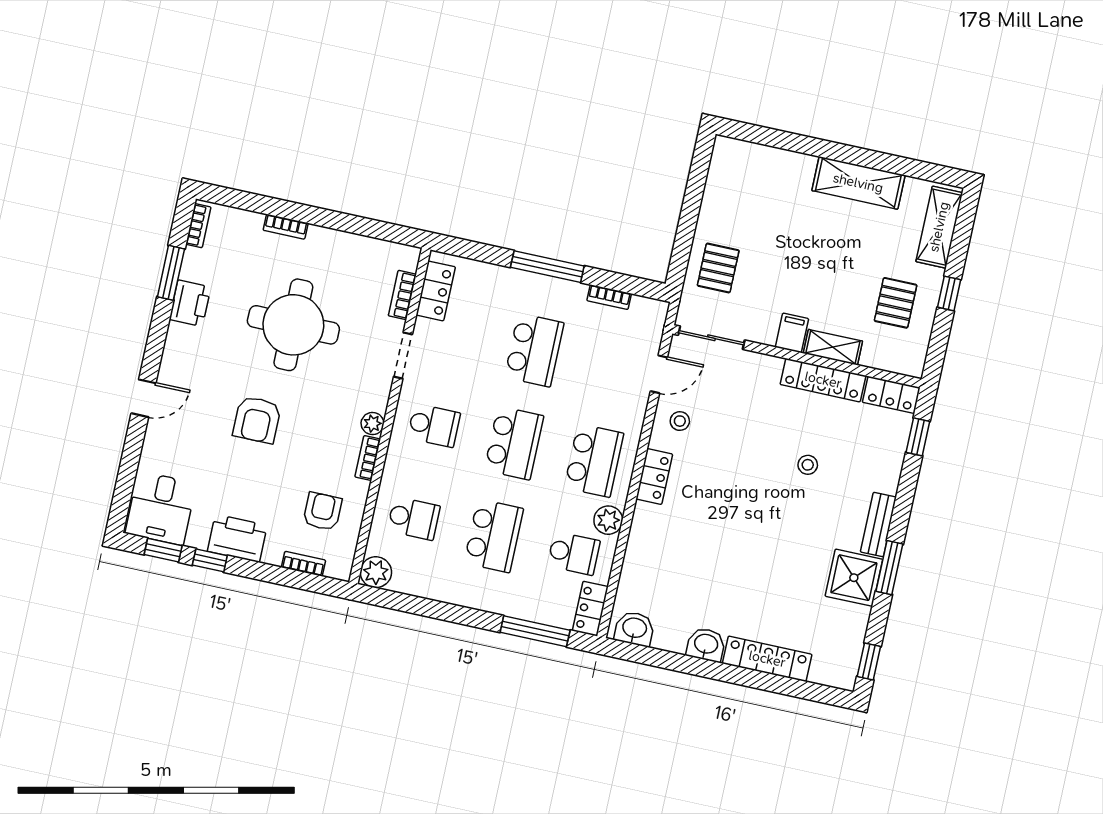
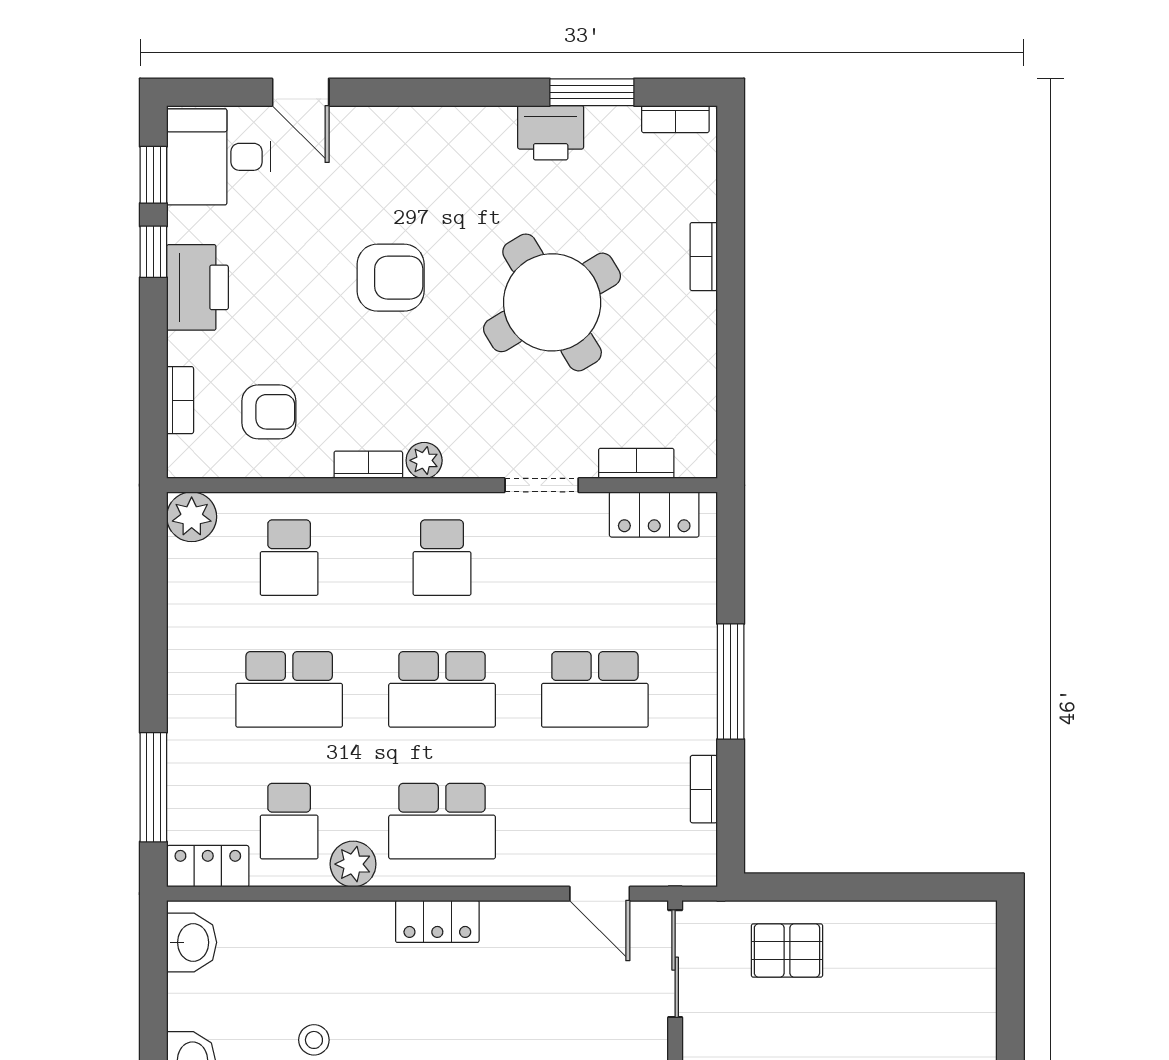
round table: (293, 325) -> (552, 302), turned -31
door: (144, 398) -> (301, 92), moved
armchair: (257, 420) -> (391, 278), turned 180
stool: (680, 421) -> (314, 1040), moved

